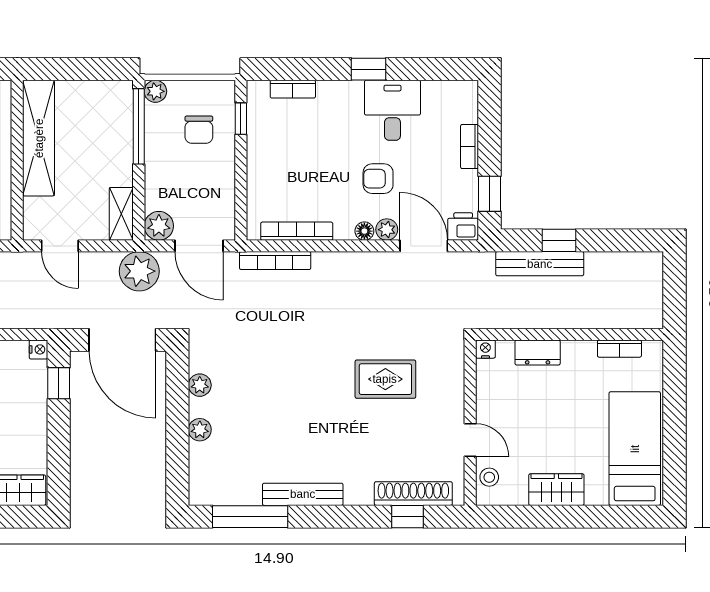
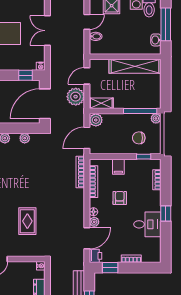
filing cabinet: (264, 175) -> (118, 167), added
armchair: (378, 179) -> (120, 198), moved
plant: (139, 271) -> (76, 97), moved

